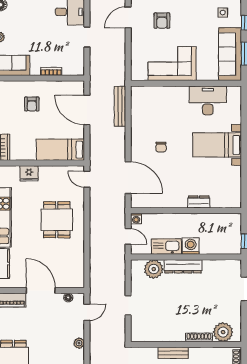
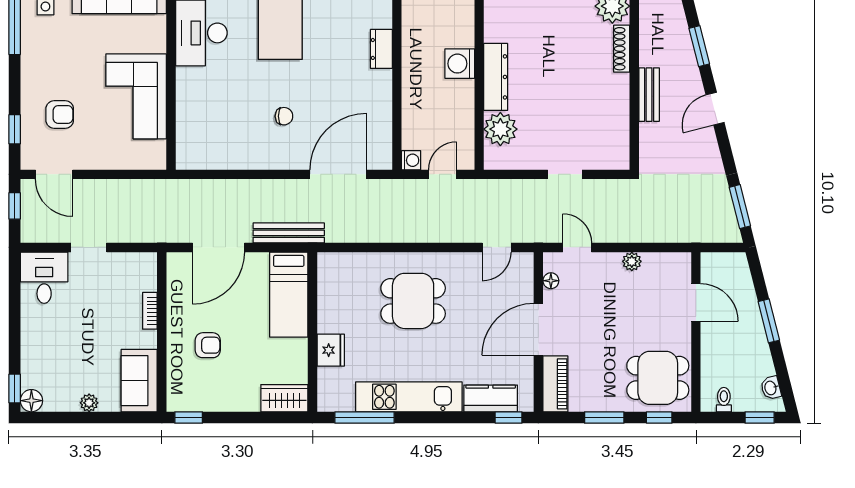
bench: (120, 106) -> (289, 233), moved
door: (87, 179) -> (497, 247), moved
kitchen sink: (166, 247) -> (461, 106), removed

